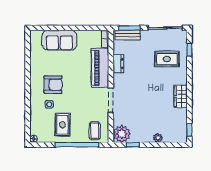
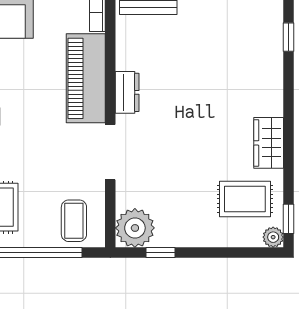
rug: (167, 59) -> (245, 199), moved
dresser: (118, 64) -> (127, 92), moved
plant: (158, 138) -> (273, 237), moved

